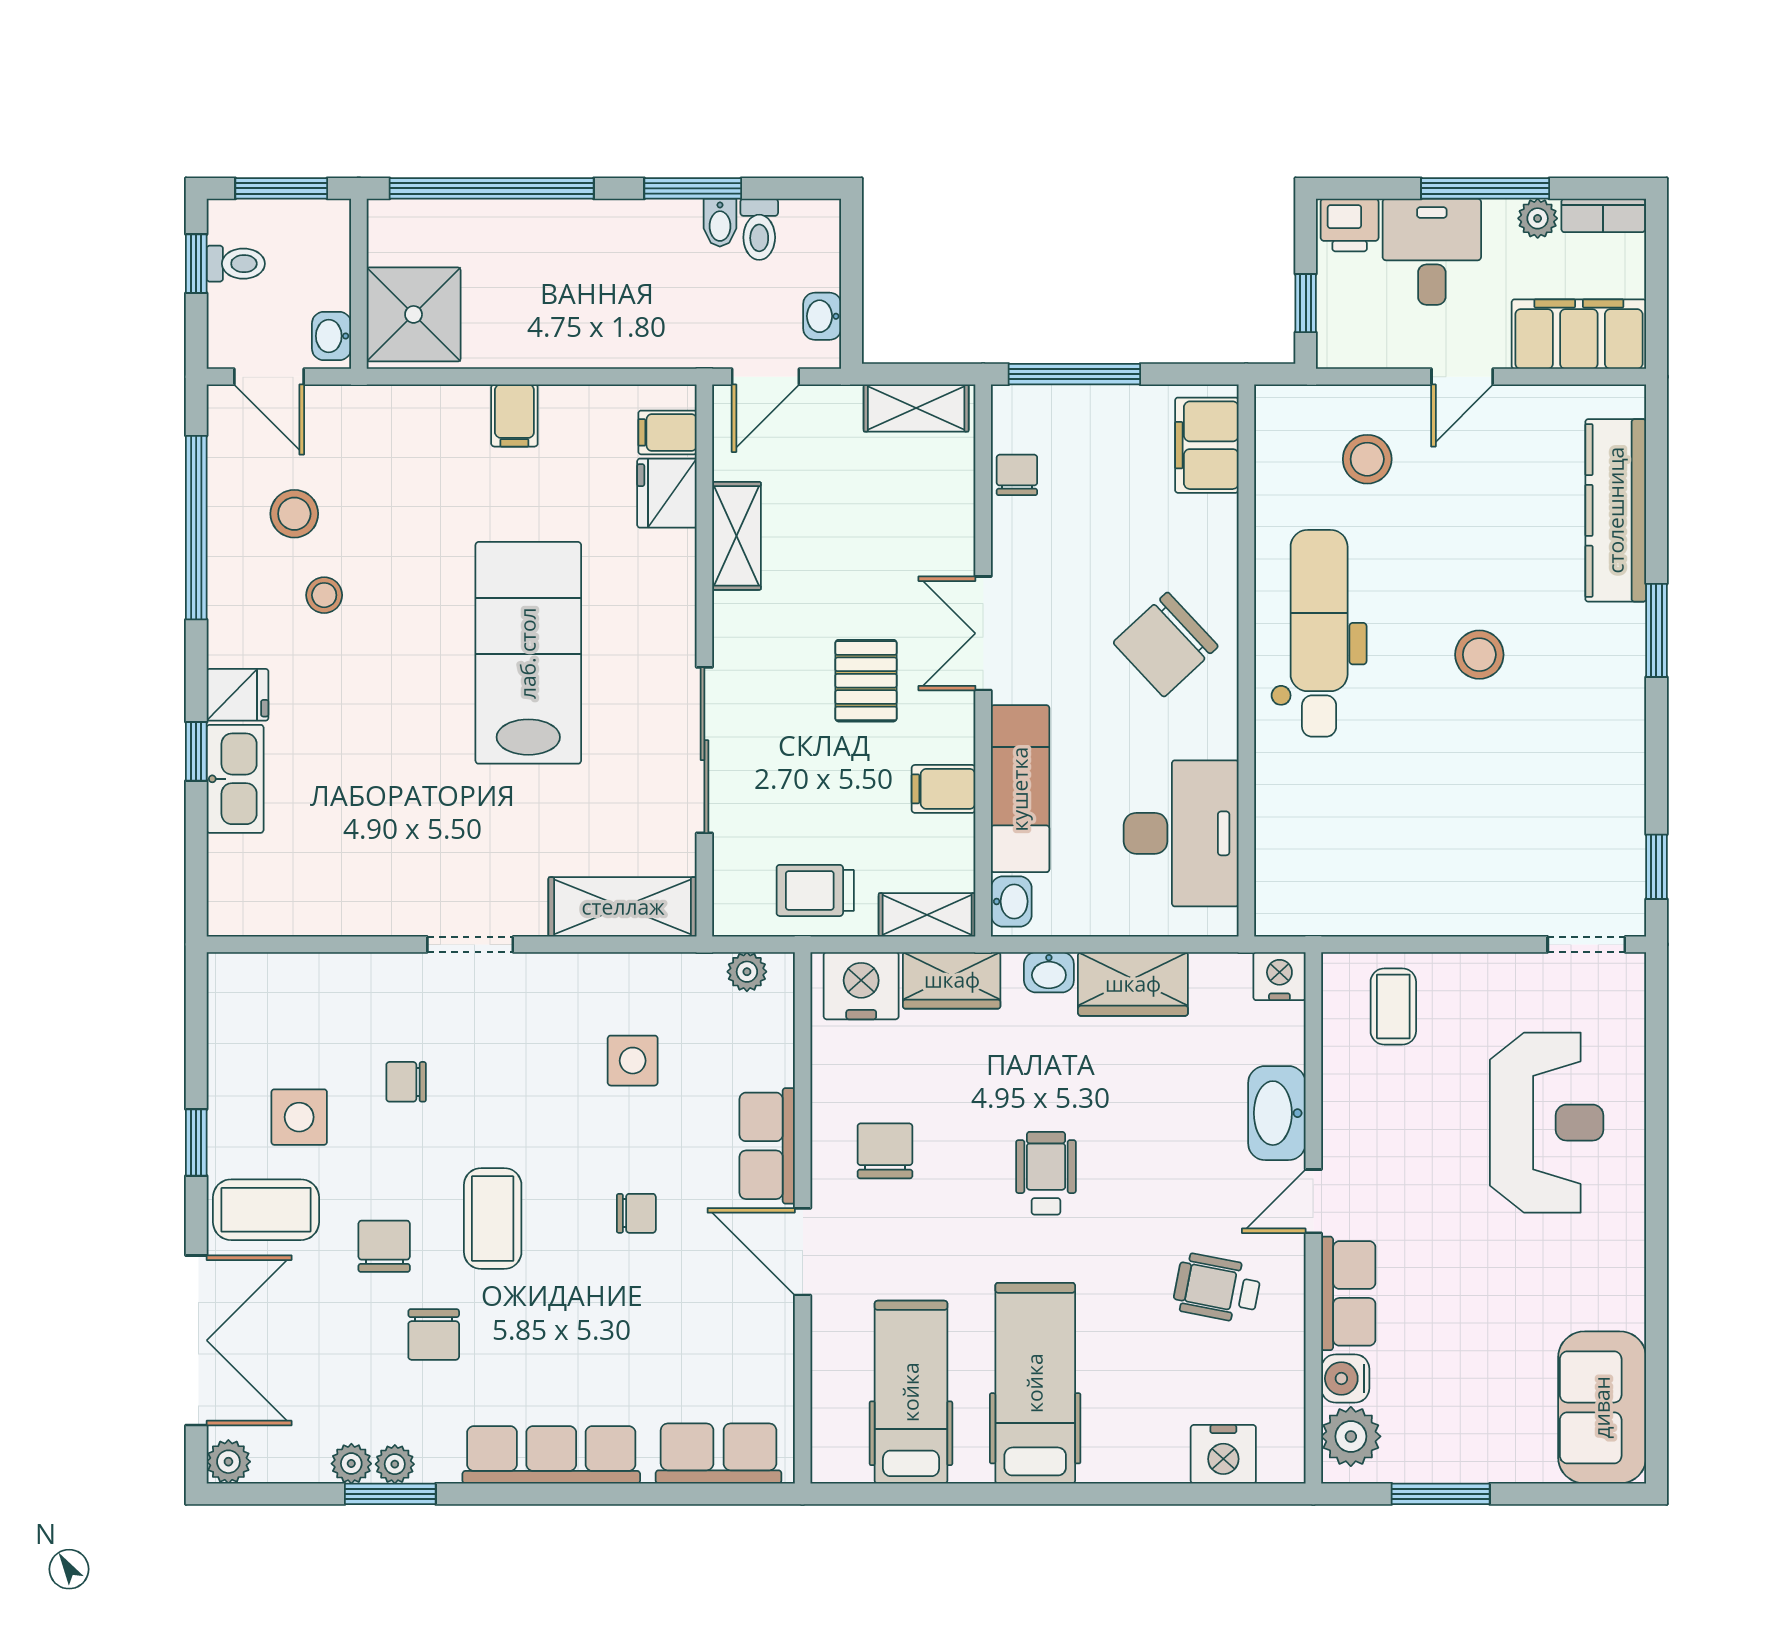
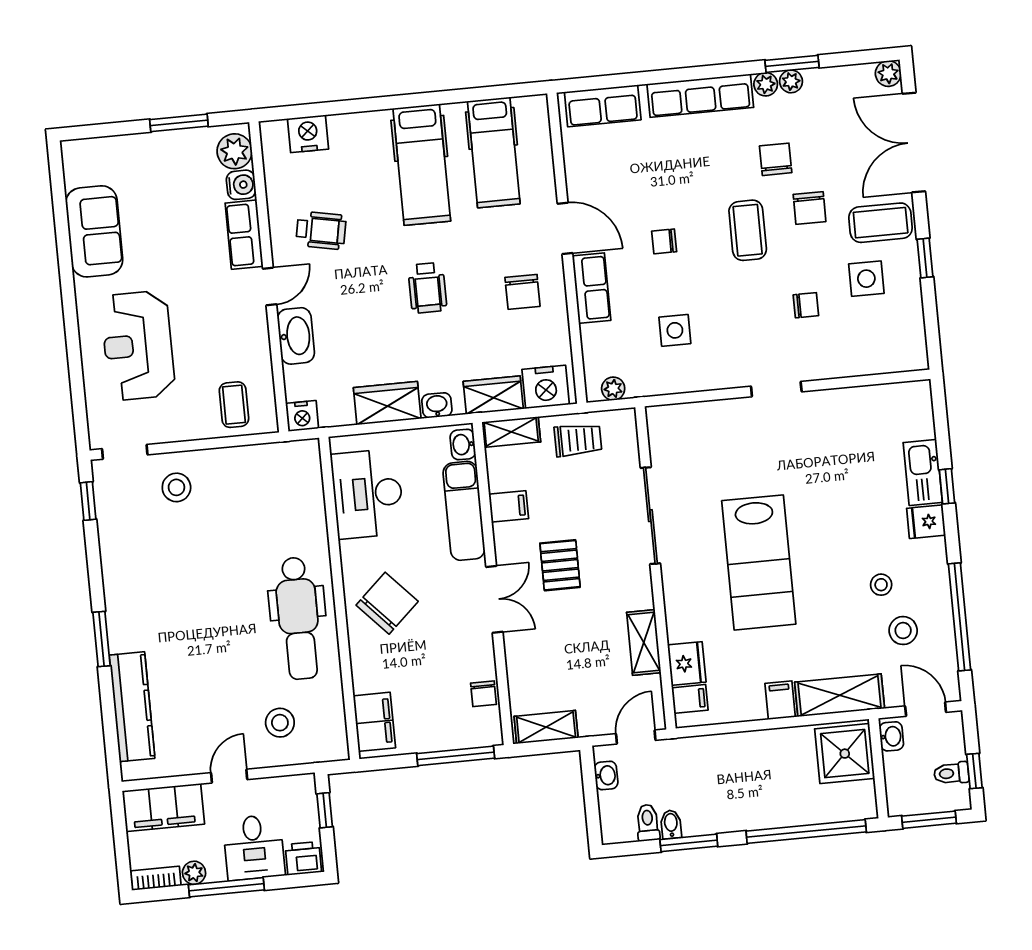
stool: (1479, 655) -> (176, 487), moved
shelving: (623, 907) -> (840, 695), moved
sofa: (1602, 1407) -> (94, 231), moved
plant: (351, 1464) -> (766, 84), moved

